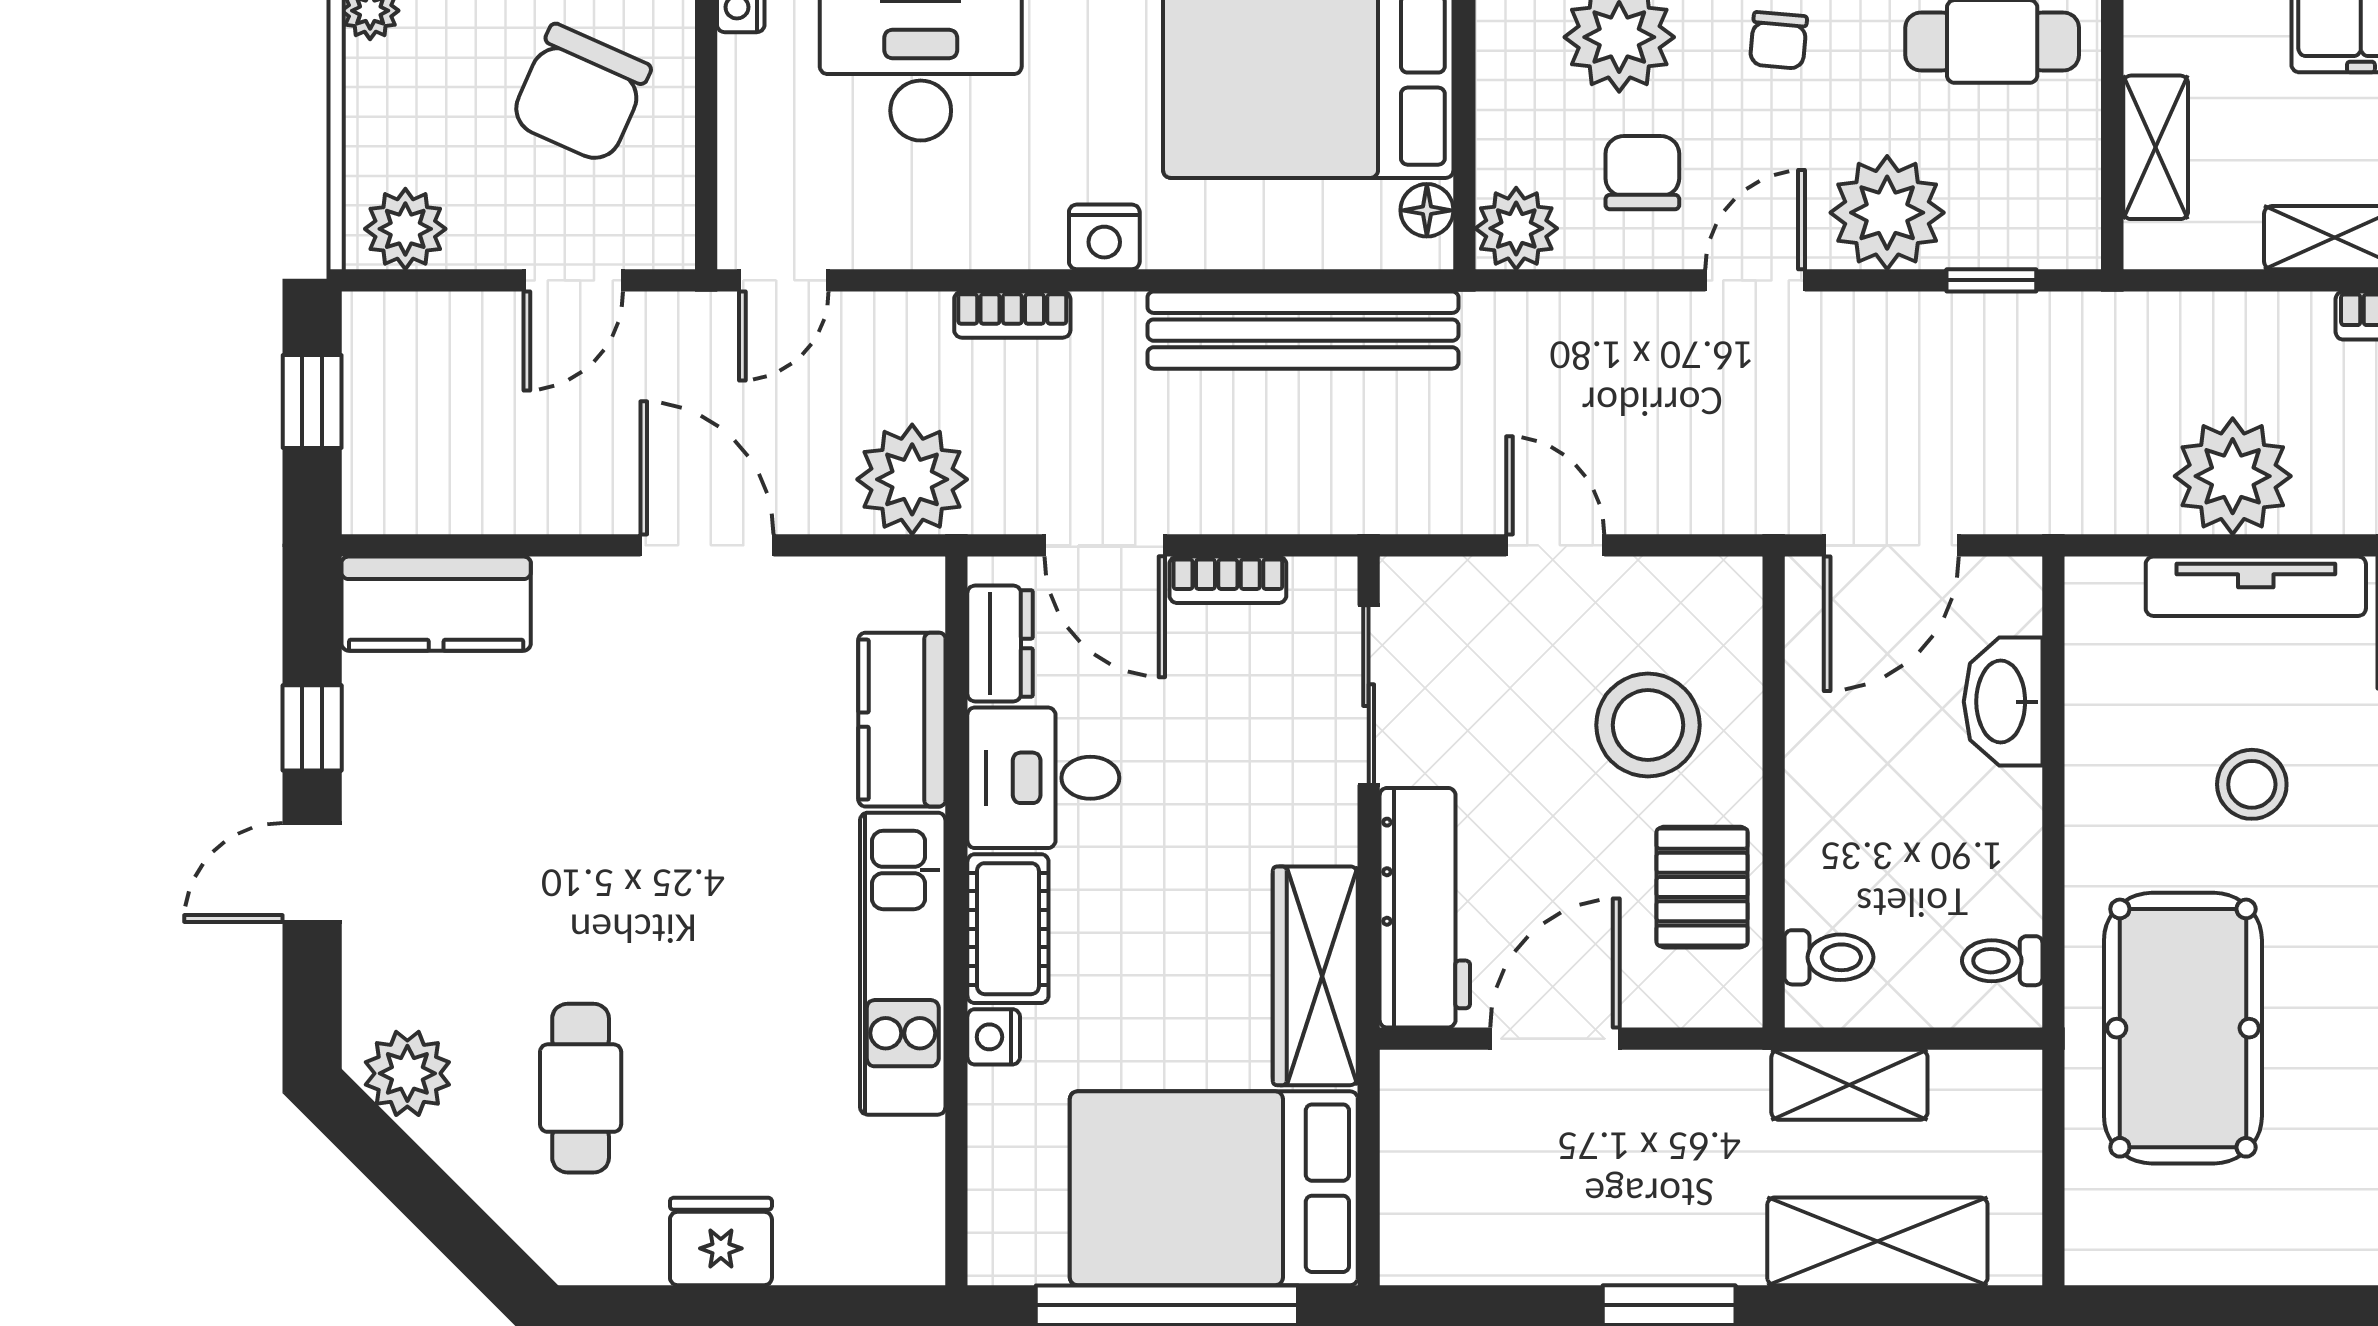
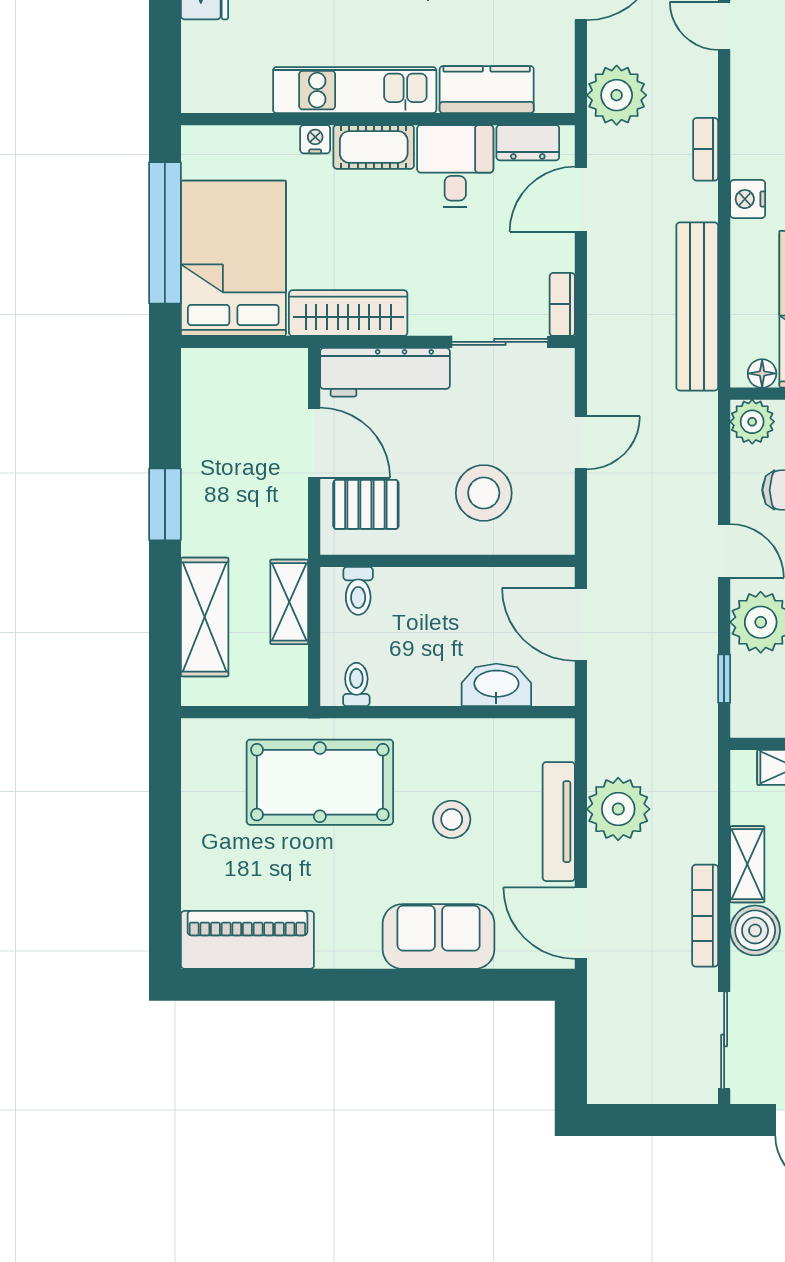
bookcase: (1228, 580) -> (562, 304), moved
pallet: (1702, 887) -> (366, 504), moved

